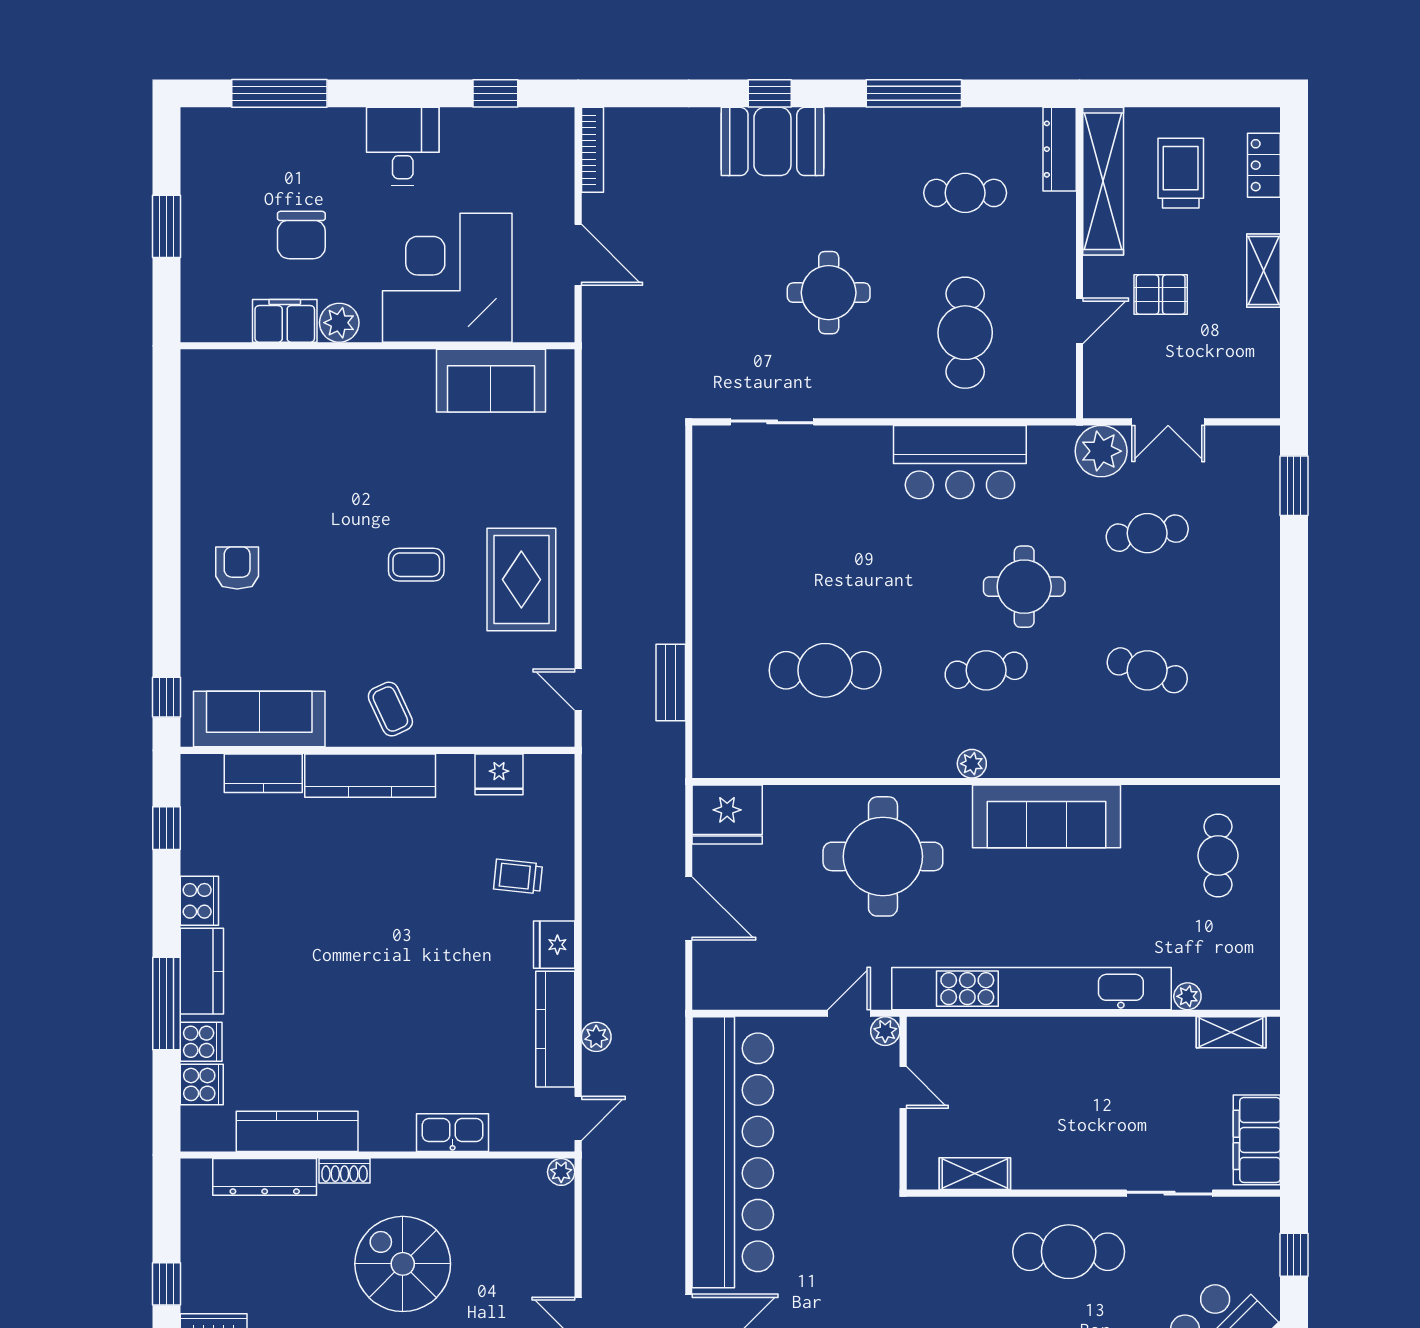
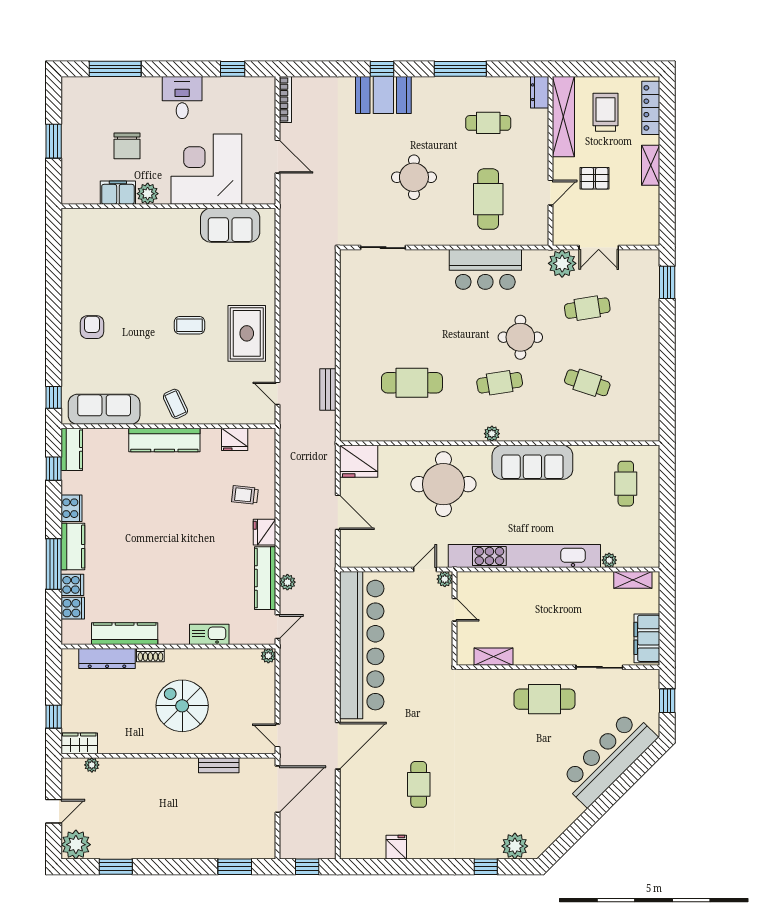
dresser: (1060, 149) -> (540, 92), width x0.70
locker: (1264, 165) -> (651, 108), width x1.53
kitchen counter: (263, 773) -> (72, 449), moved, turned -90

